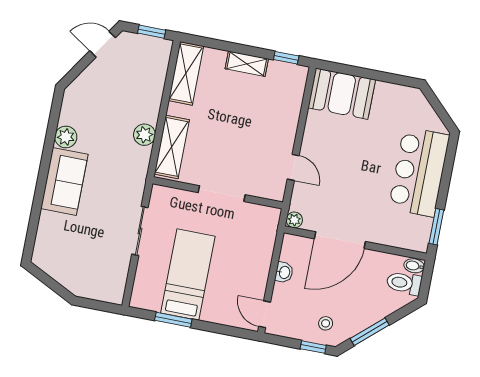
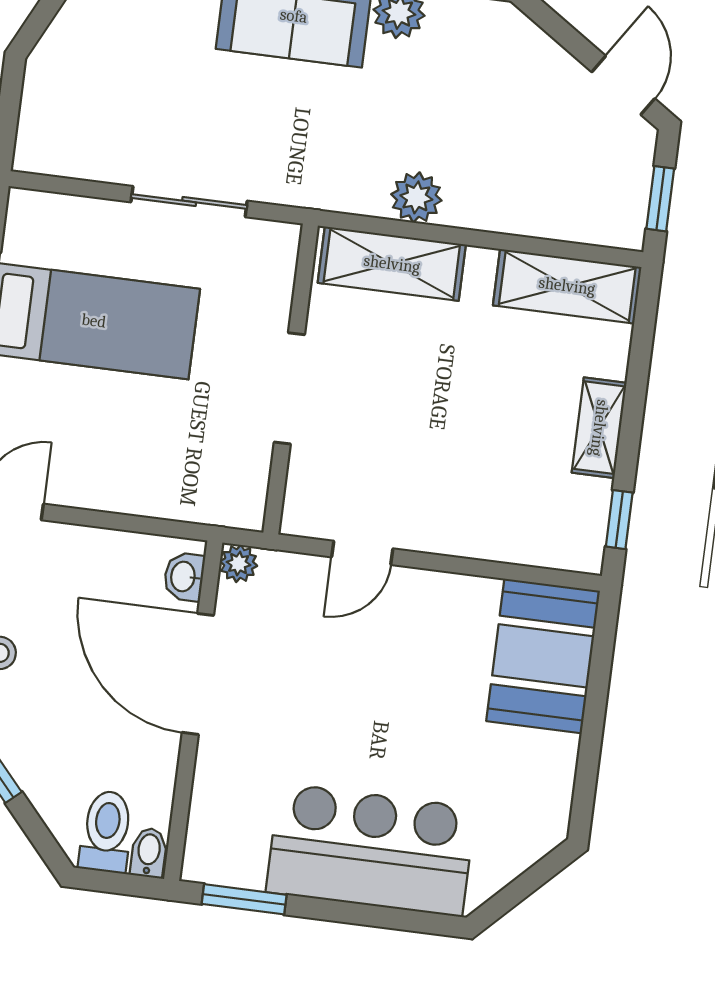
washbasin: (284, 272) -> (184, 577), moved, turned 90

